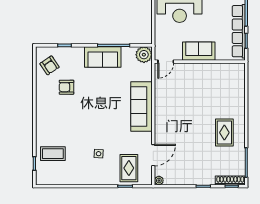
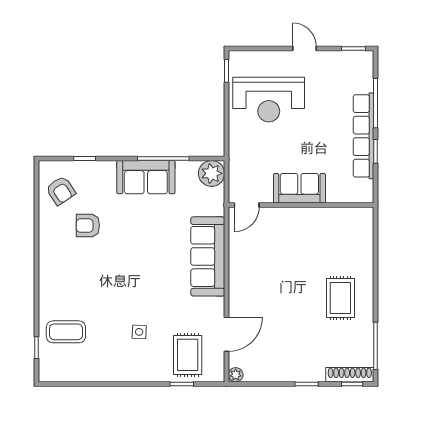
sofa: (199, 51) -> (299, 188), moved
door: (166, 62) -> (247, 205), moved
wall: (200, 62) -> (301, 205), moved

